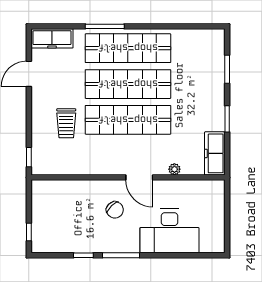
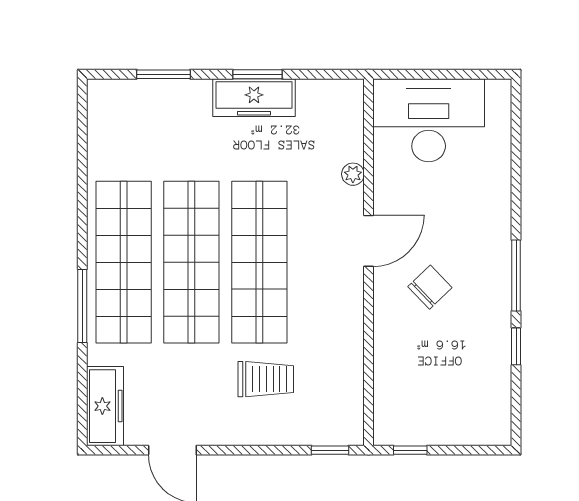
freezer: (215, 153) -> (254, 98), moved
desk: (169, 231) -> (429, 120), moved, turned -90
window: (29, 232) -> (410, 450), moved

